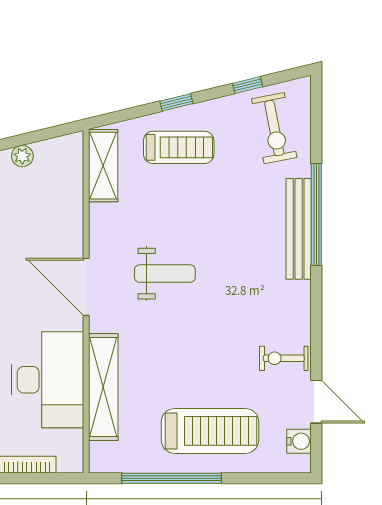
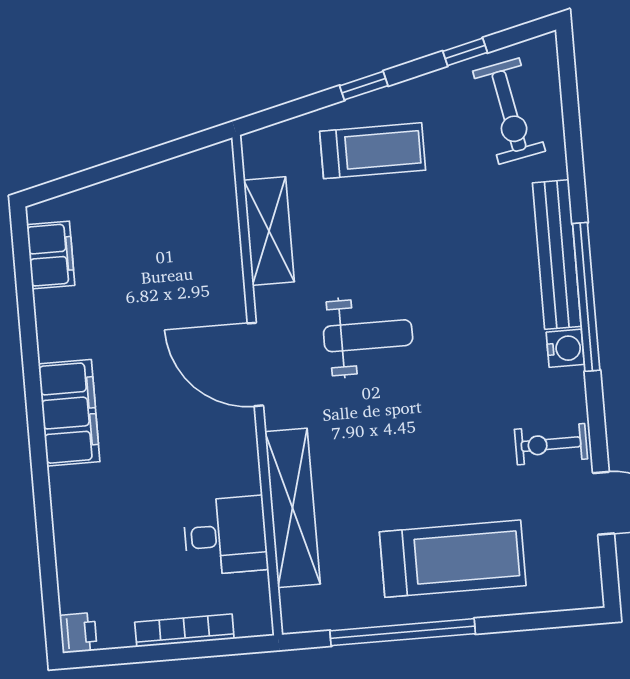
plant: (22, 156) -> (147, 182), removed
shelving: (103, 166) -> (269, 231), moved
window: (316, 215) -> (586, 297), moved
desk: (48, 380) -> (225, 536), width x0.53, depth x0.77
water cooler: (299, 441) -> (565, 348), moved

